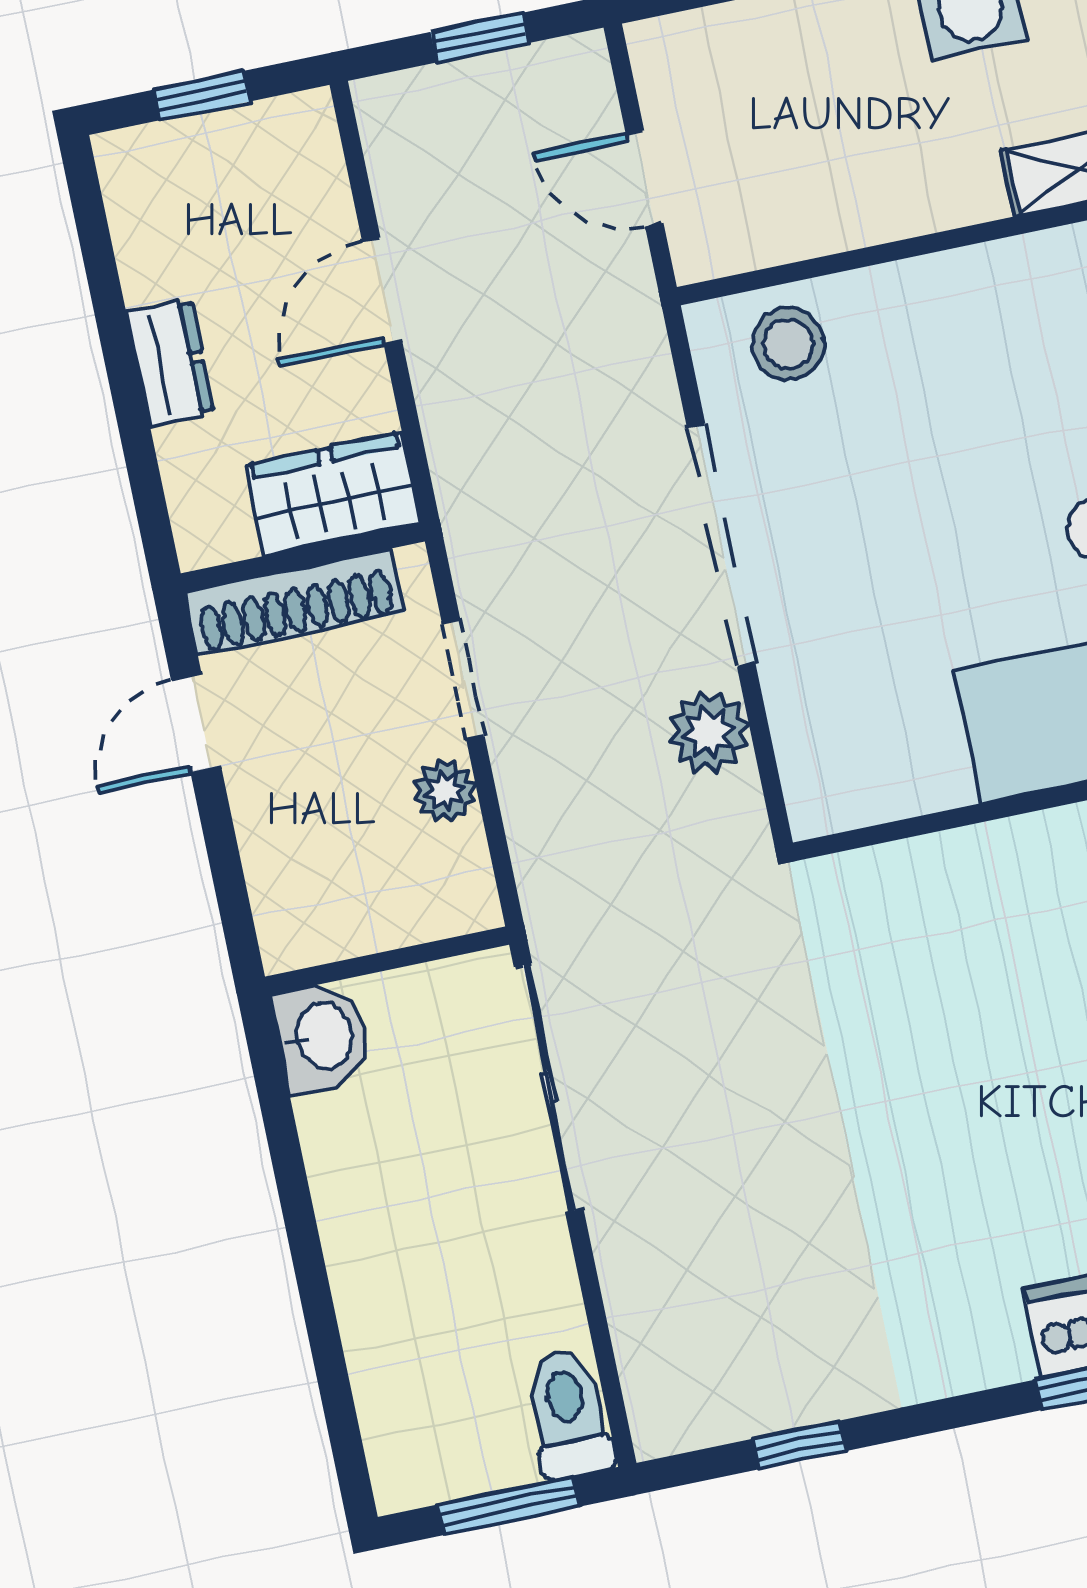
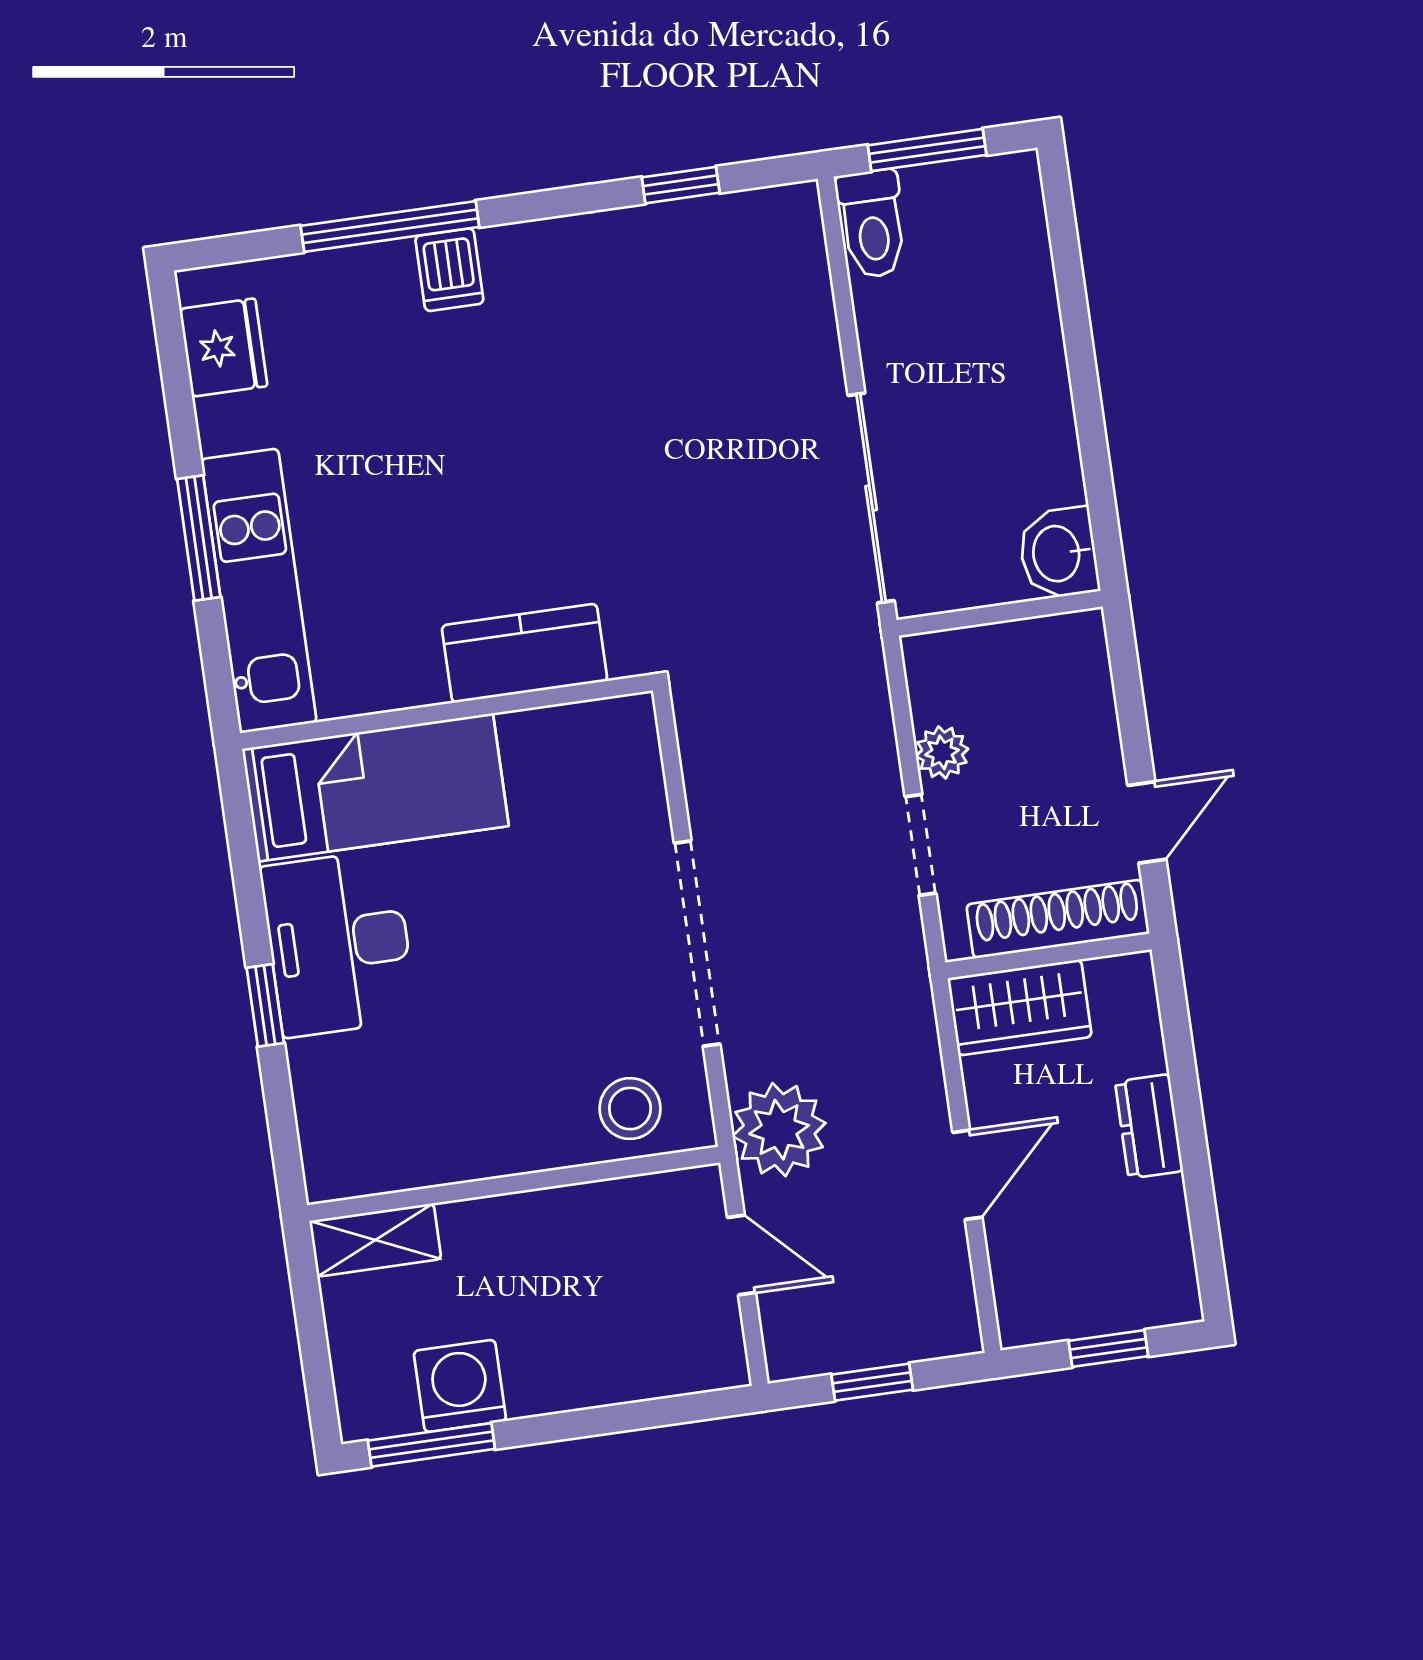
plant: (709, 732) -> (779, 1130), moved, width x1.36, depth x1.36
kitchen counter: (948, 877) -> (525, 653), added

